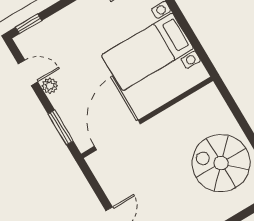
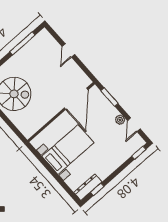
door: (28, 73) -> (134, 125), hinge flipped

